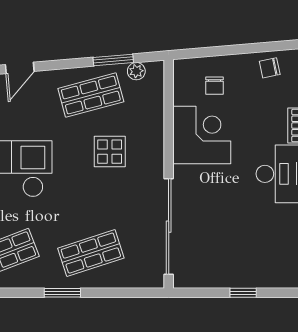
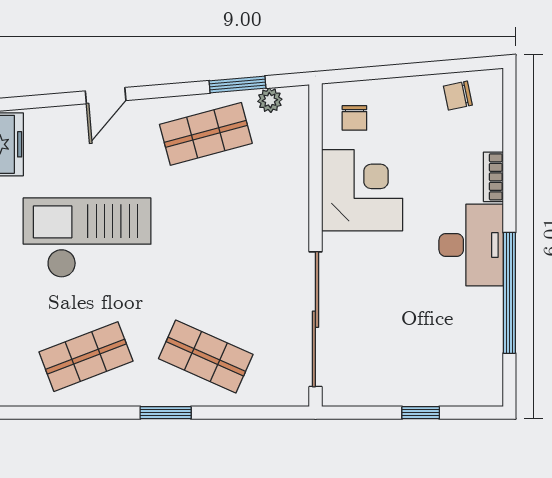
chair: (215, 86) -> (354, 118), moved
display table: (110, 152) -> (232, 214), removed
shop shelf: (91, 253) -> (206, 357), turned 42

